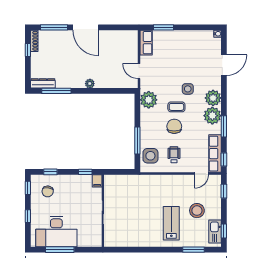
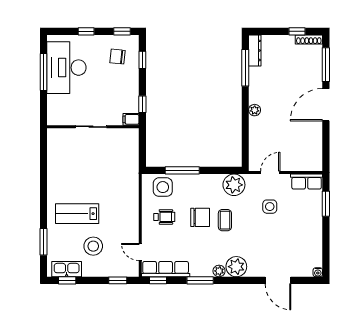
side table: (188, 89) -> (270, 207), moved
plant: (212, 116) -> (219, 271), width x0.53, depth x0.53
lab bench: (171, 223) -> (77, 214), turned 180

